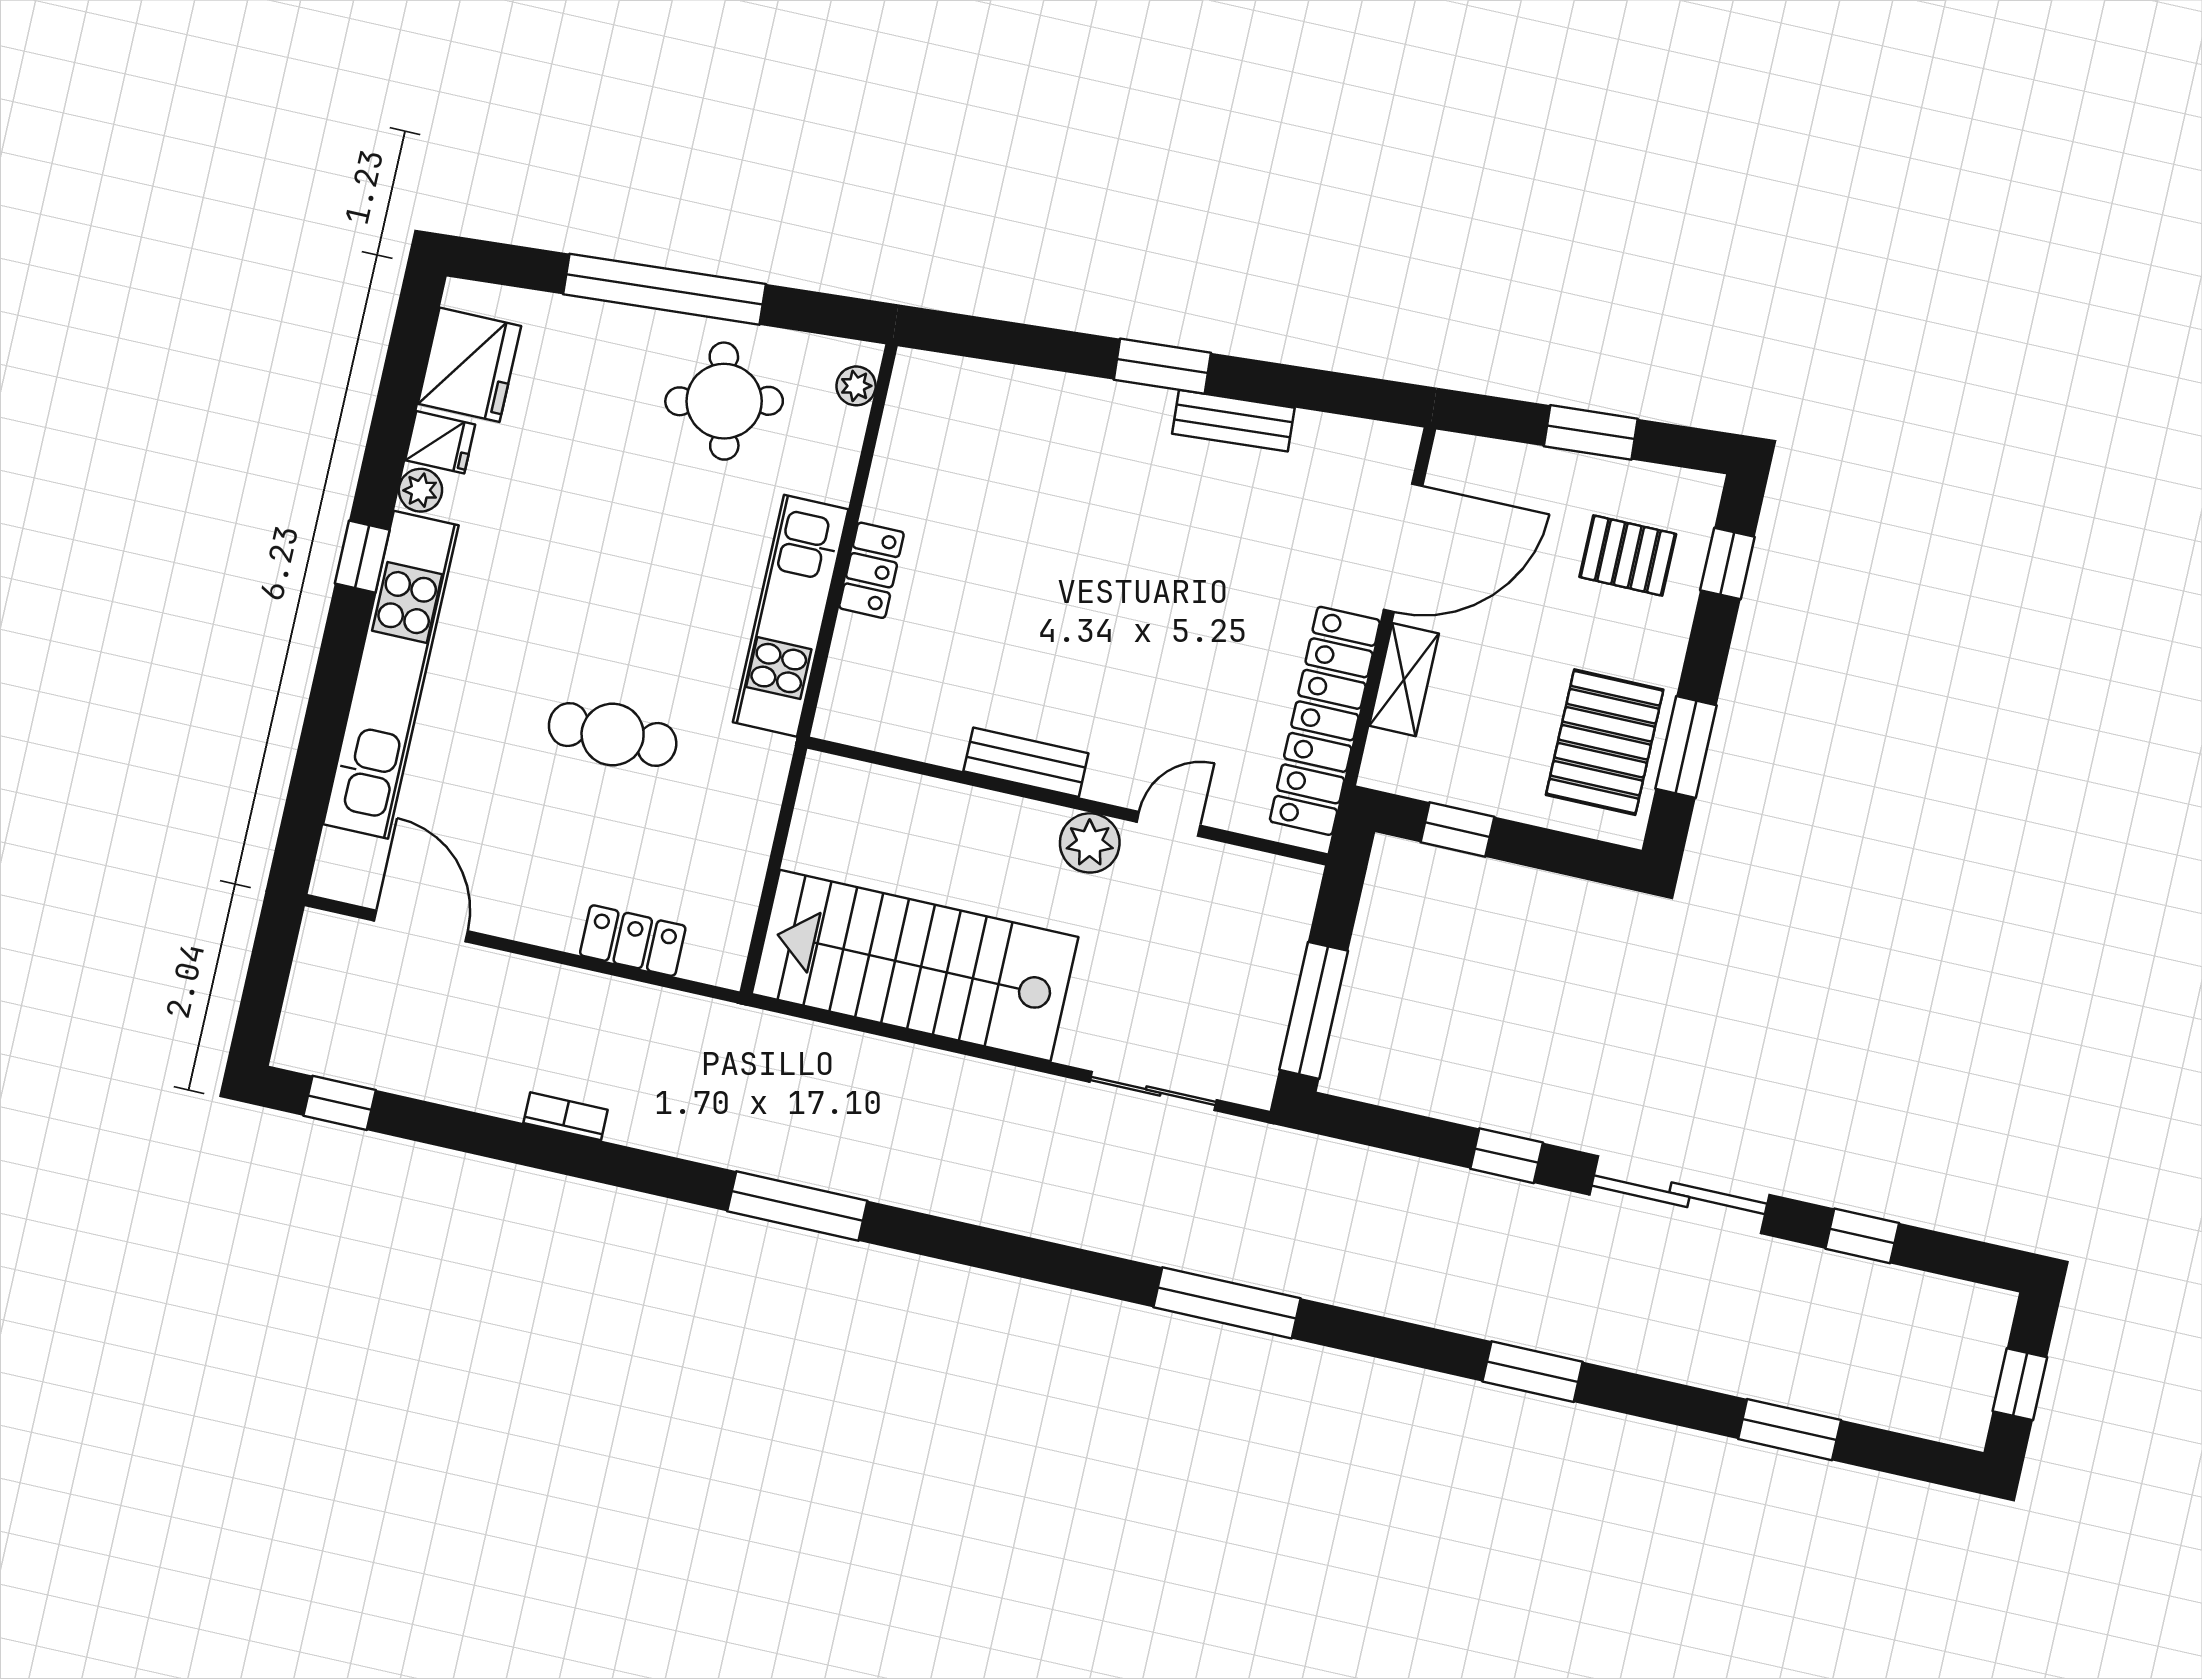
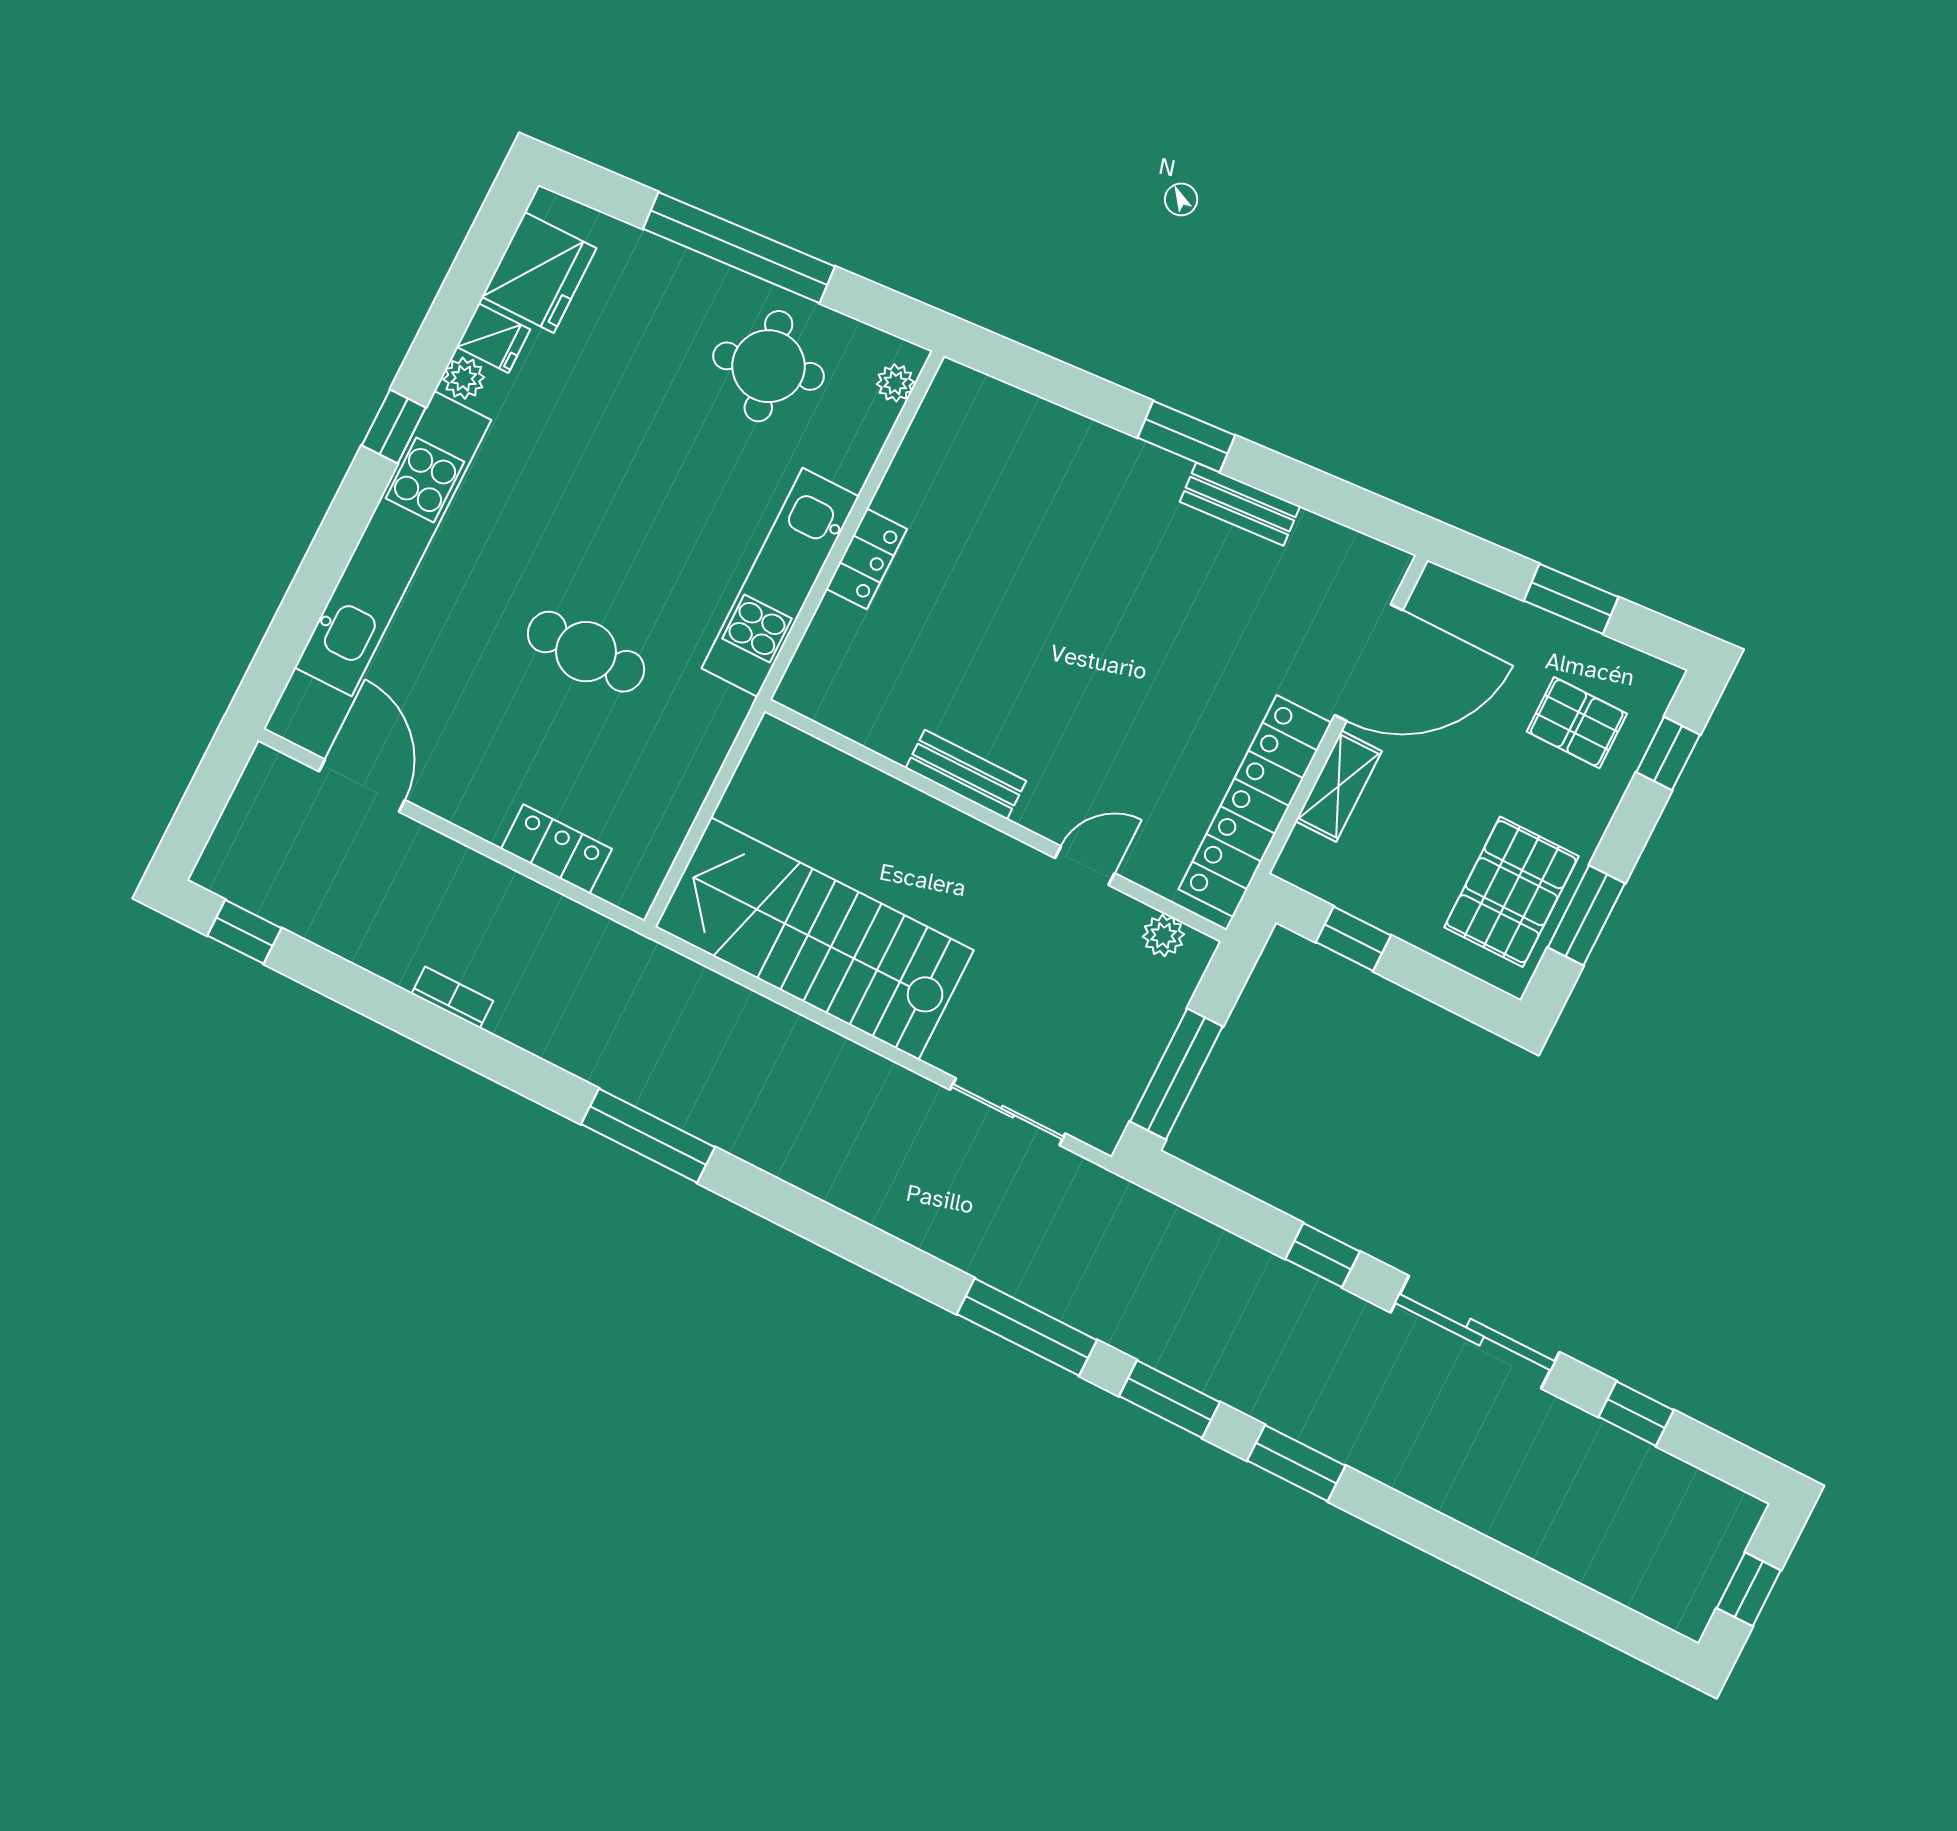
plant: (1090, 843) -> (1163, 936), moved, width x0.73, depth x0.73
window: (1790, 1430) -> (1170, 1399), moved

